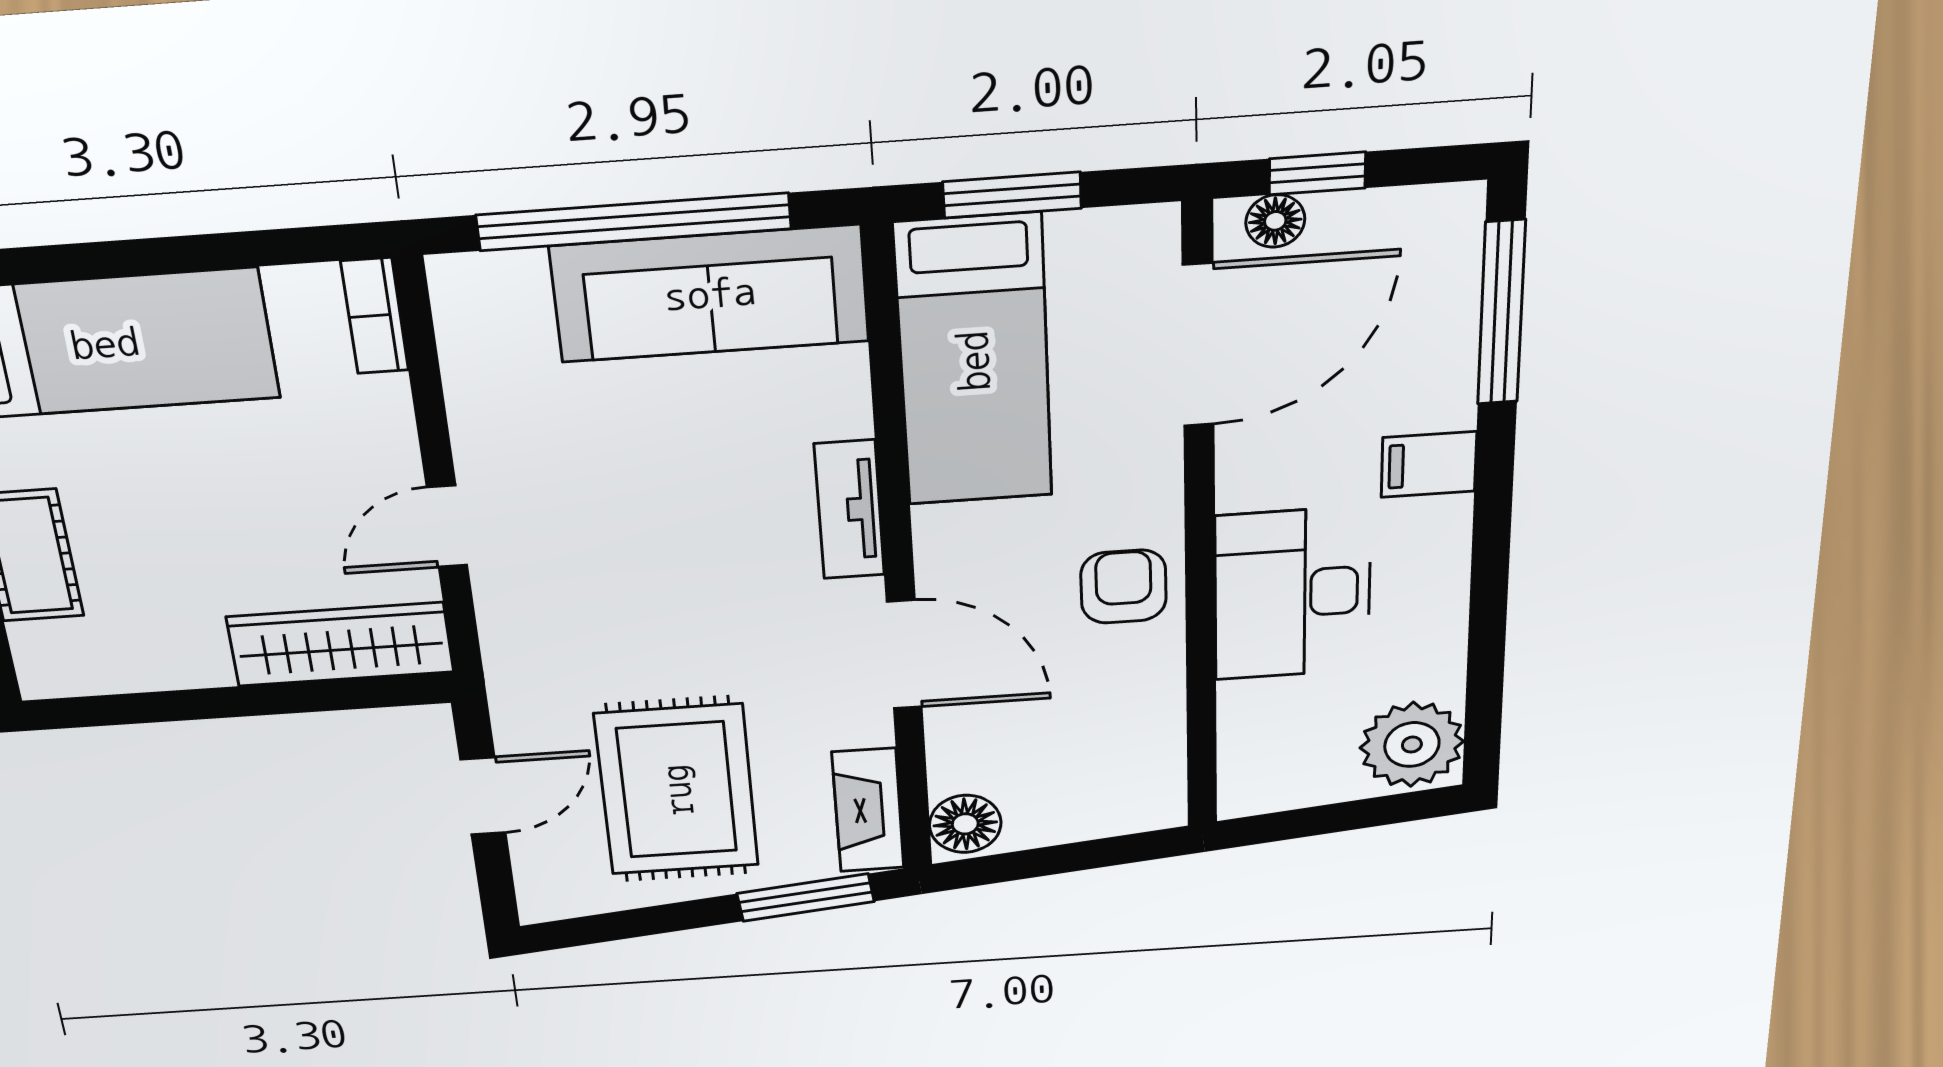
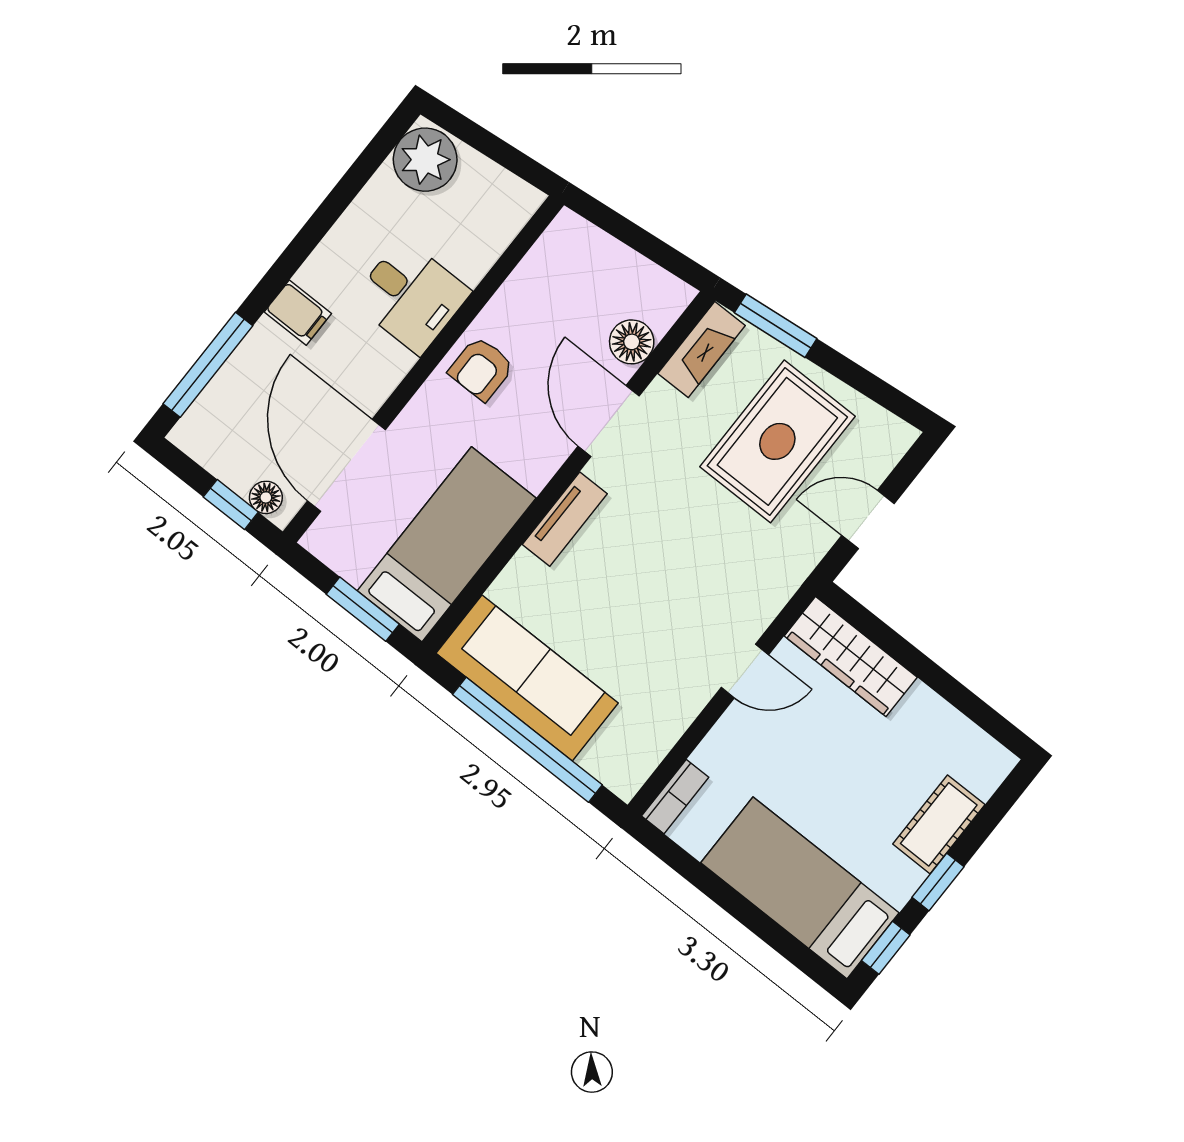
door: (1198, 345) -> (347, 465), hinge flipped
desk: (1292, 594) -> (411, 296), width x0.73
floor lamp: (965, 824) -> (632, 342), moved

